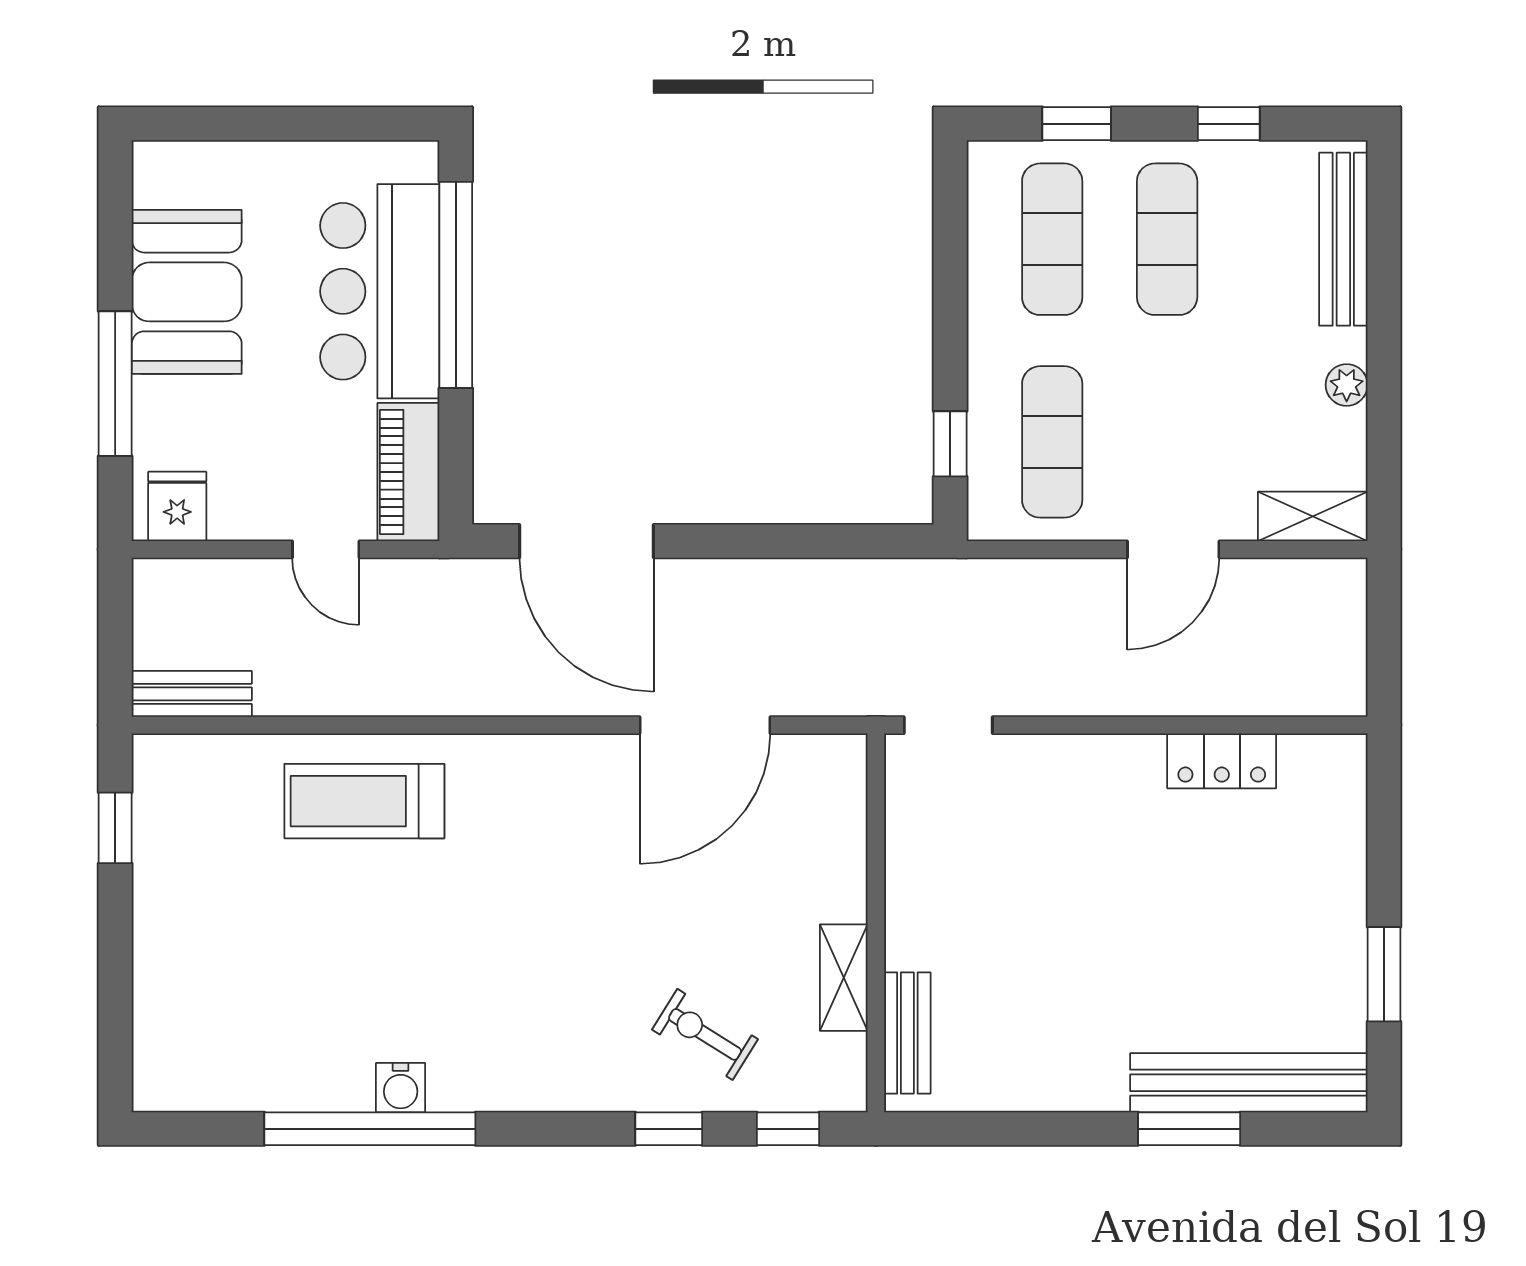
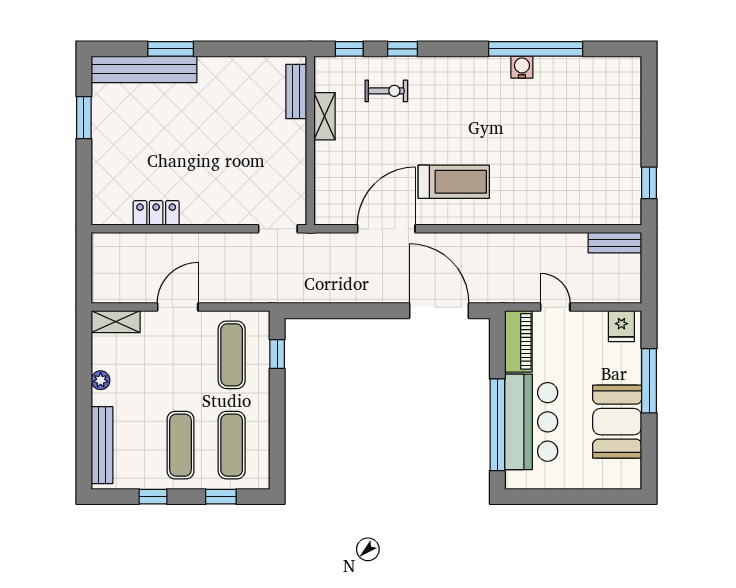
treadmill: (364, 801) -> (454, 182), moved
exercise bike: (705, 1034) -> (386, 91), turned -32

